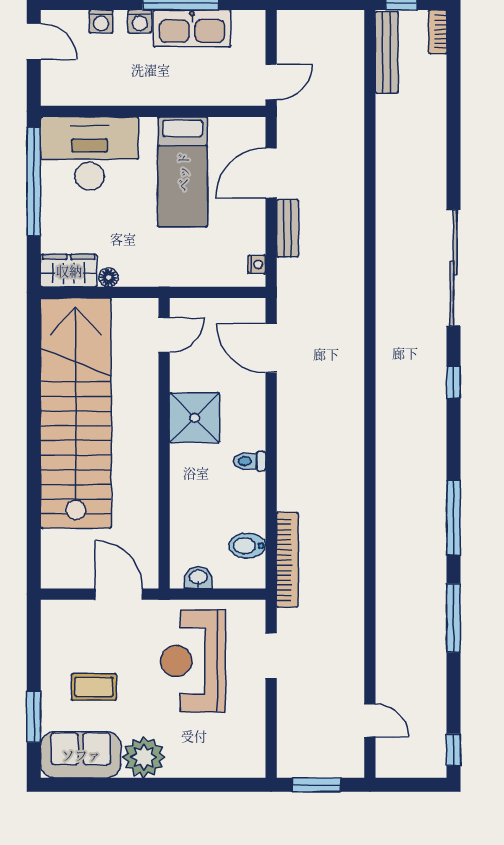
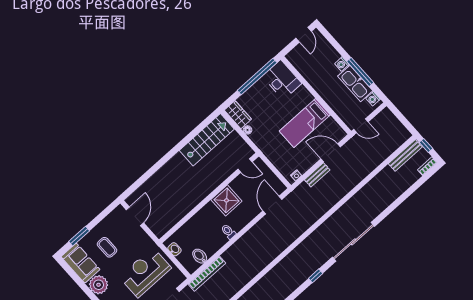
washing machine: (101, 21) -> (373, 99), moved
desk: (90, 153) -> (282, 80), width x0.73, depth x0.77
stairs: (76, 413) -> (207, 140), width x0.54, depth x0.66
door: (119, 594) -> (135, 216), moved

